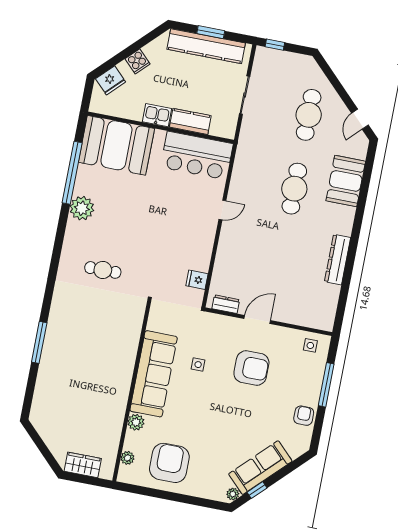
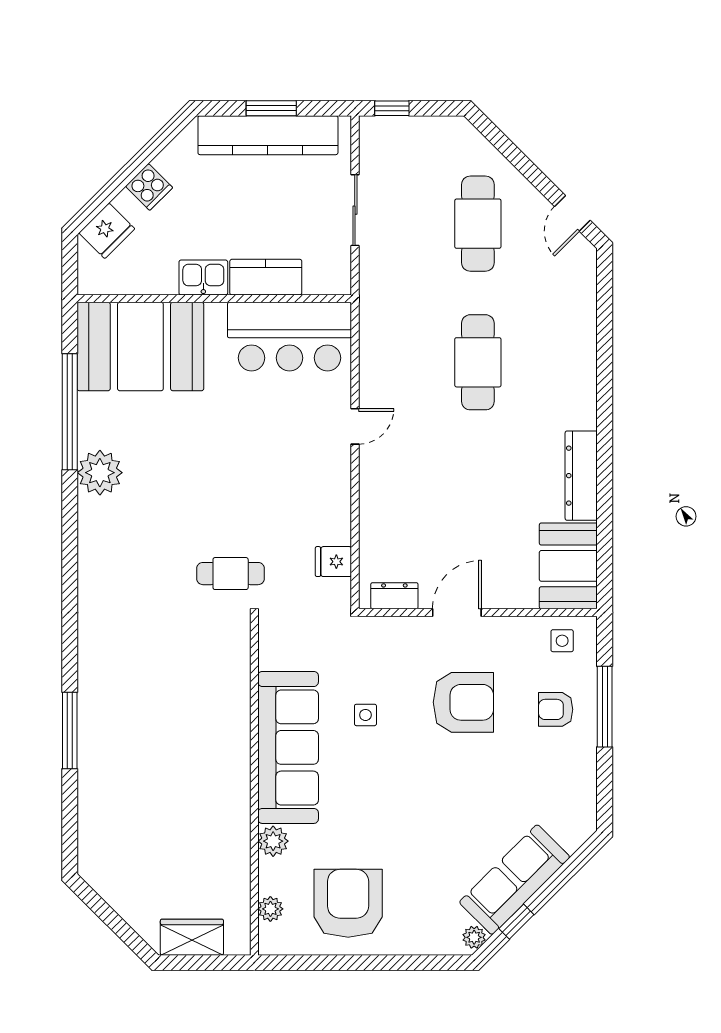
booth: (346, 181) -> (568, 566), moved
cafe table: (103, 270) -> (231, 574), moved
armchair: (304, 416) -> (556, 709), moved, turned -90

